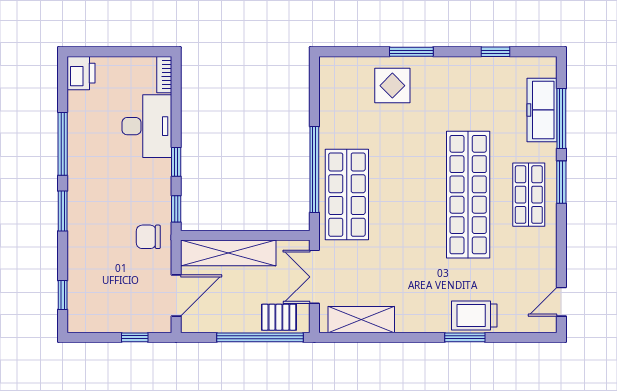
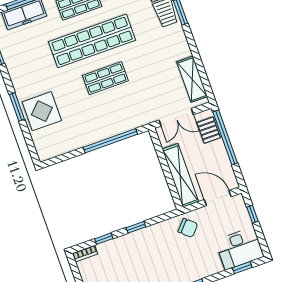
display table: (392, 86) -> (42, 111), width x1.36, depth x1.36
desk: (147, 126) -> (239, 249), moved, turned 180
shop shelf: (347, 195) -> (105, 78), moved, width x0.70, depth x0.74
window: (176, 209) -> (104, 239), moved
chair: (148, 237) -> (188, 228), turned -48

